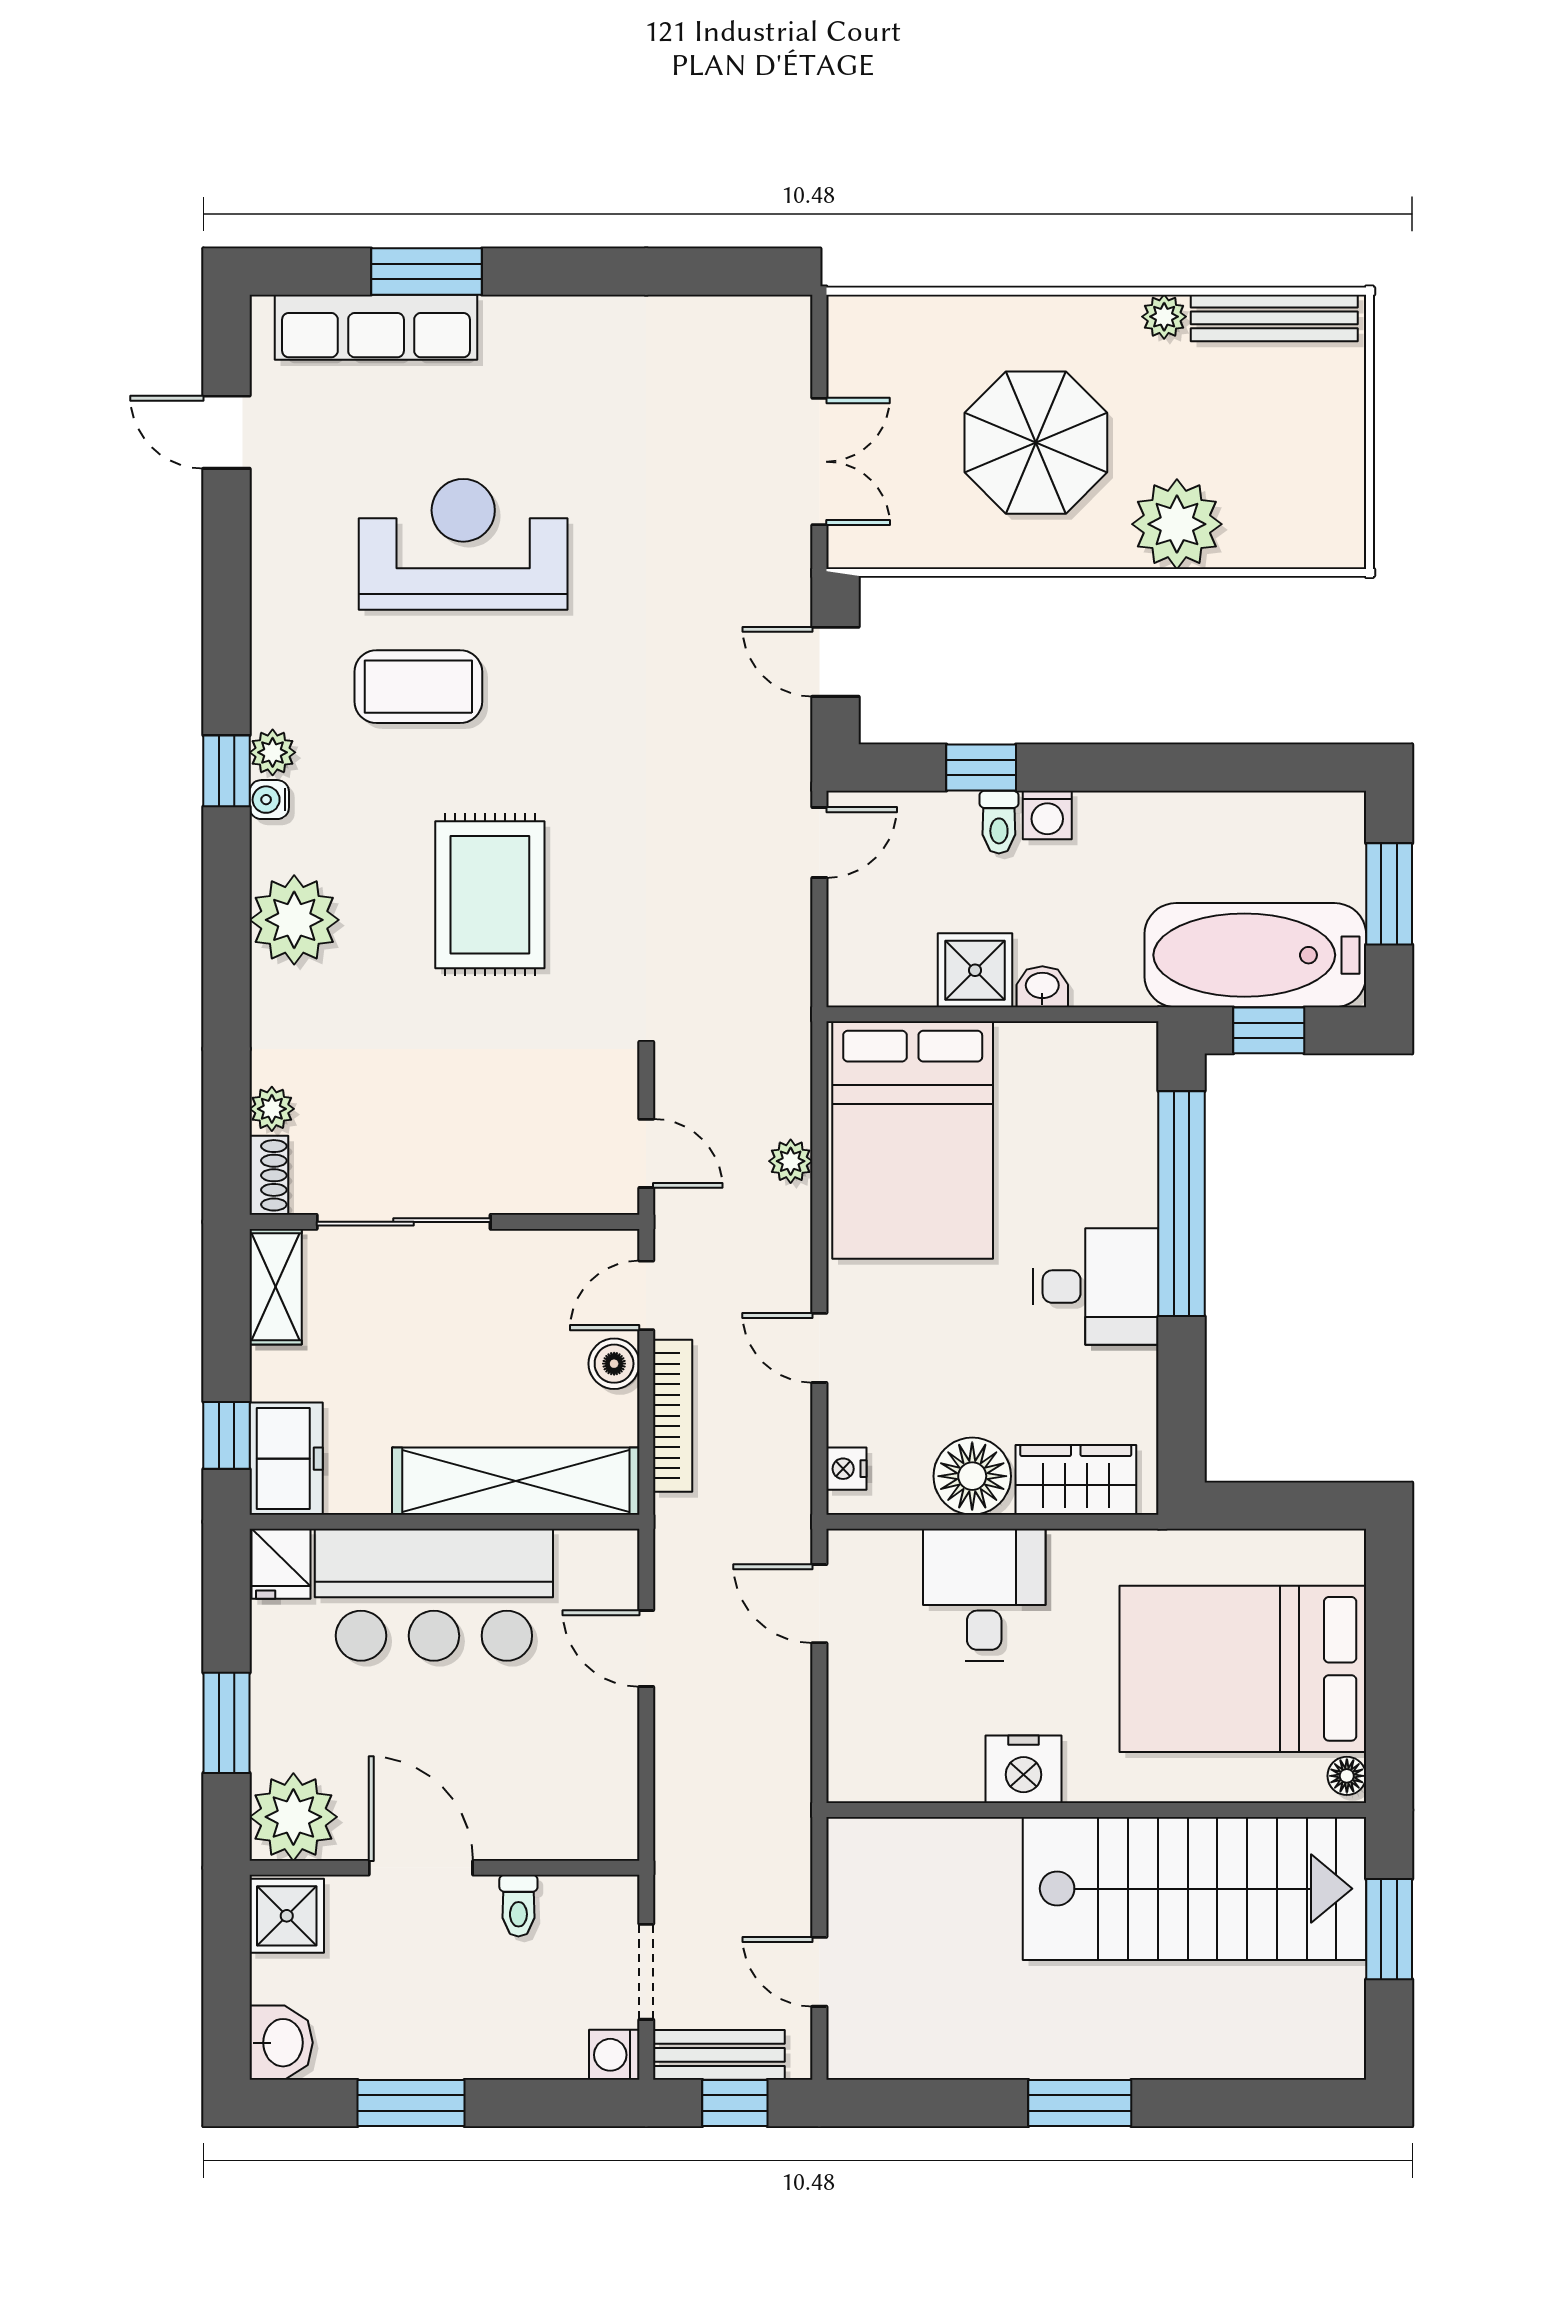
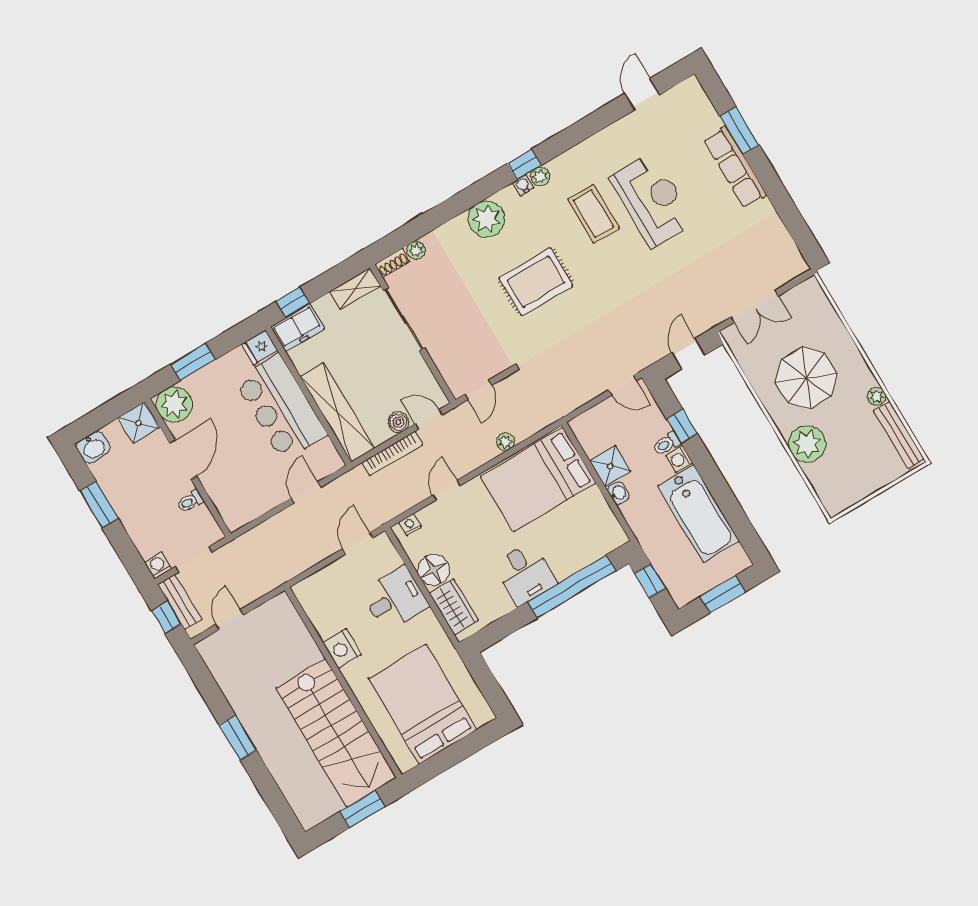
row of seats: (376, 327) -> (735, 167), moved
bathtub: (1255, 955) -> (698, 513), moved, turned 180
floor lamp: (1347, 1776) -> (407, 762), removed

